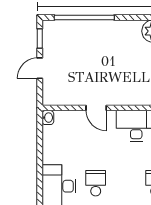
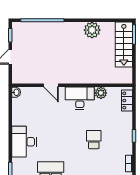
school desk: (96, 183) -> (51, 140), removed

